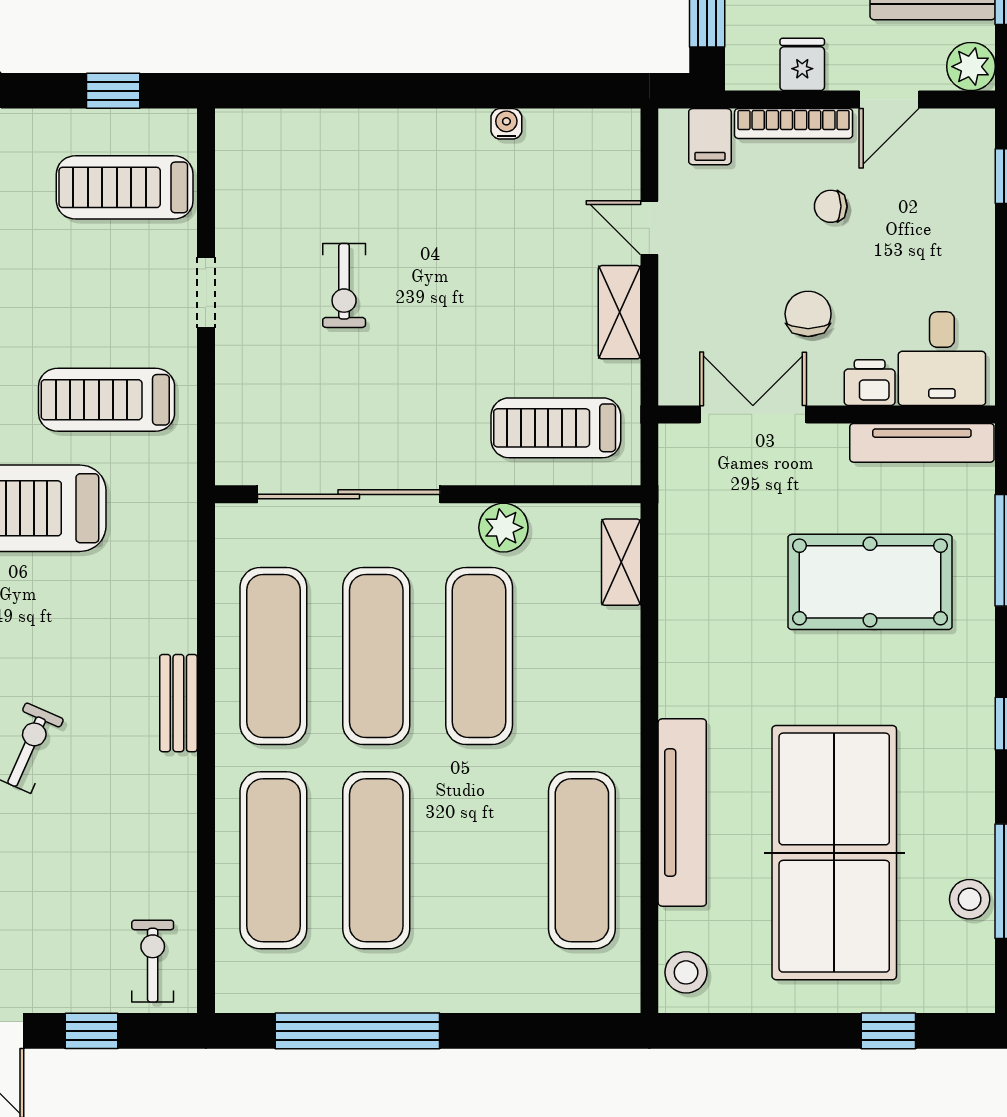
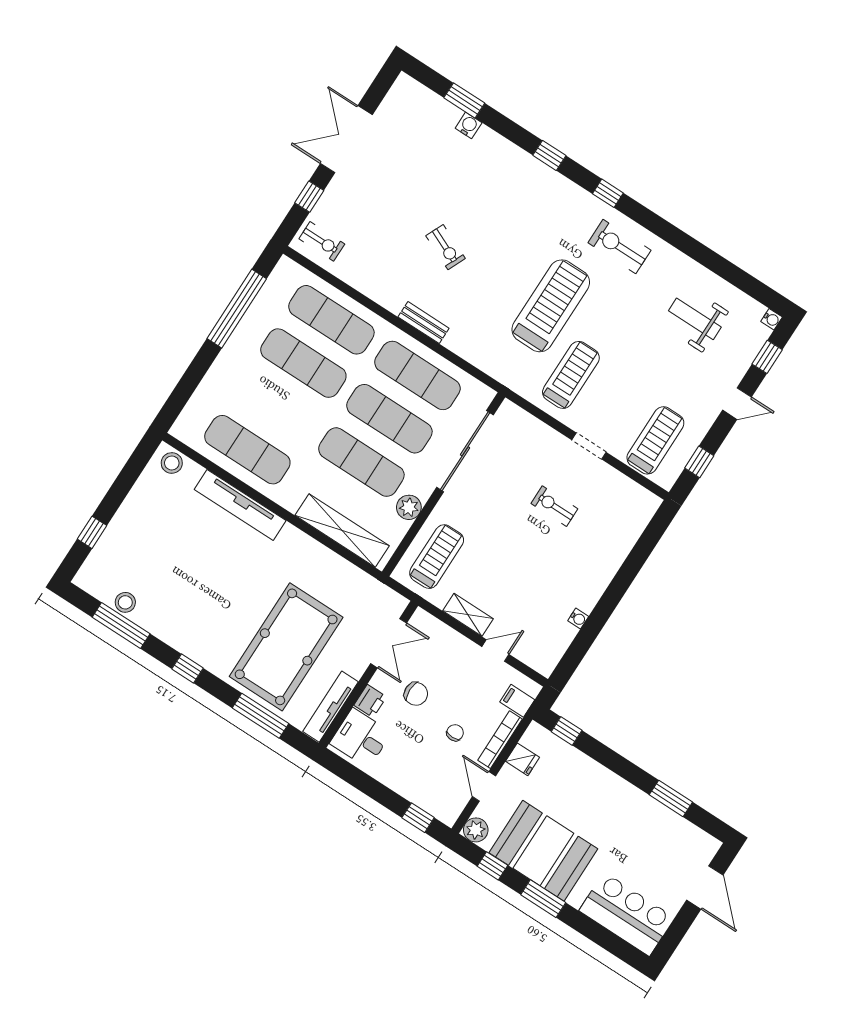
shelving: (621, 562) -> (342, 530), width x2.20, depth x1.33
pool table: (870, 582) -> (286, 647), width x1.36, depth x1.32
table tennis table: (834, 853) -> (182, 558), removed

